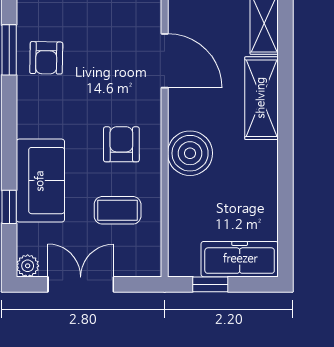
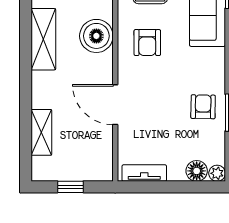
shelving: (261, 98) -> (43, 39), moved

